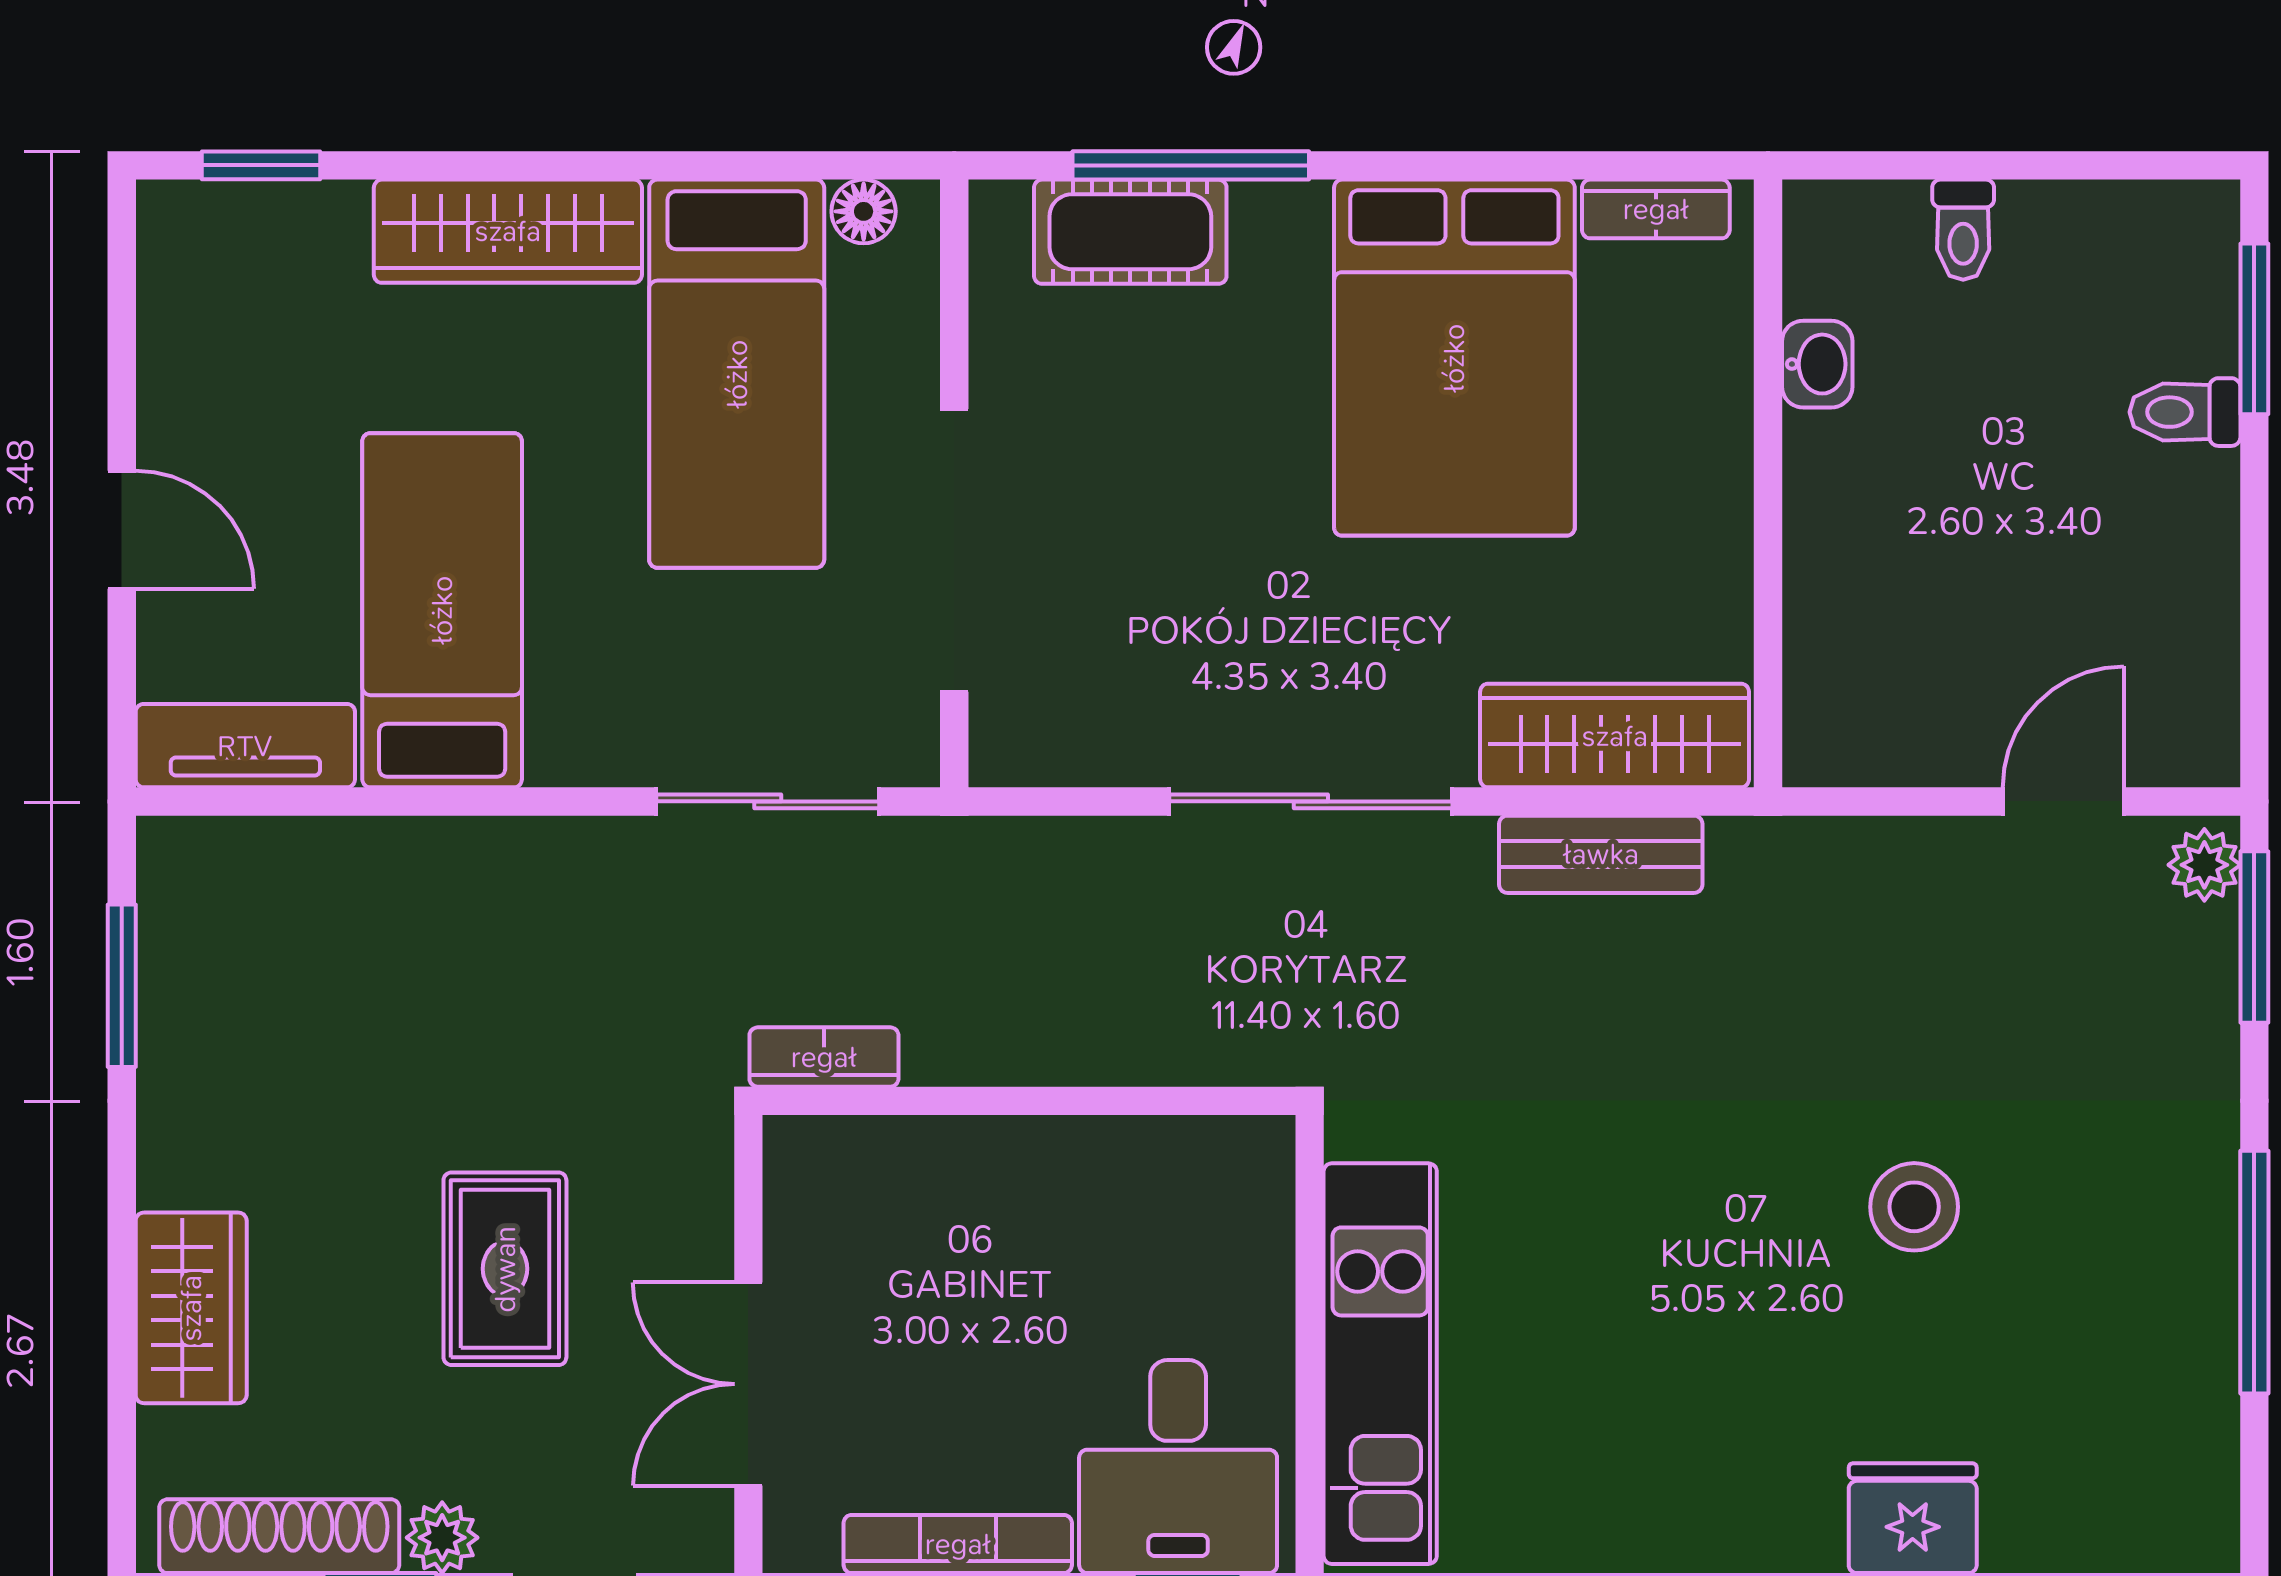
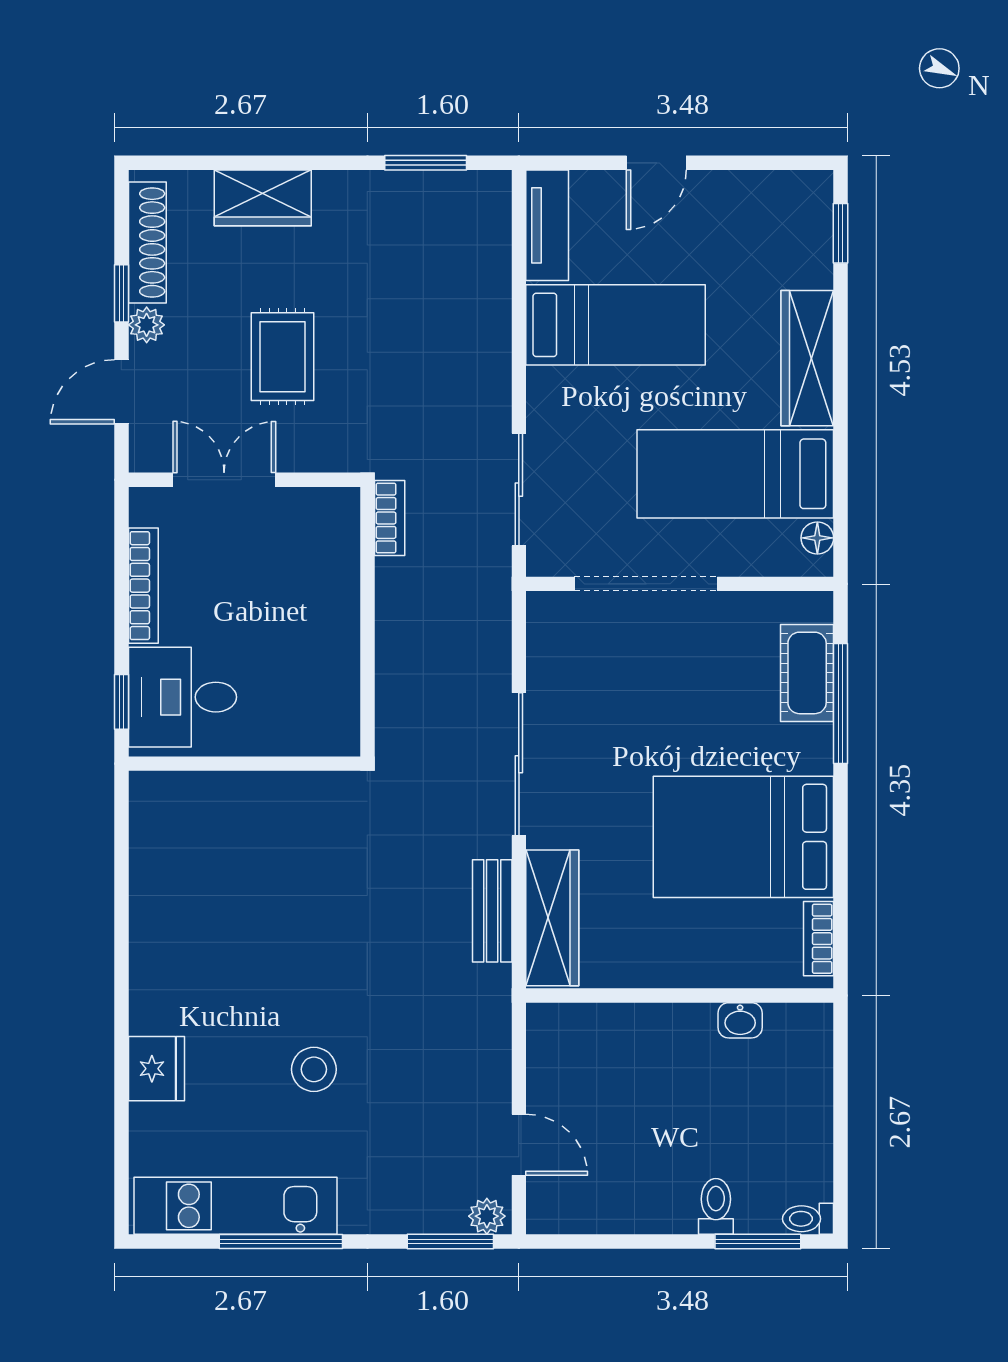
toilet: (1963, 230) -> (808, 1219), moved
rug: (505, 1269) -> (283, 357), turned 90
kitchen unit: (1380, 1364) -> (235, 1206), moved, turned 180

